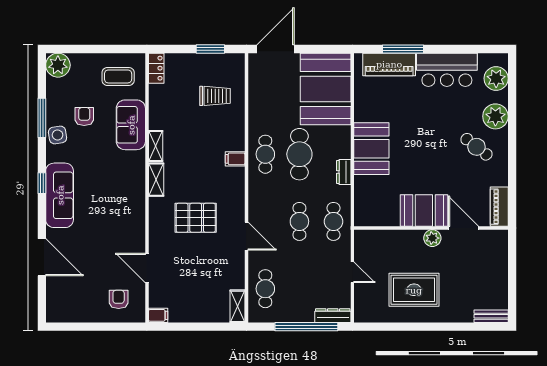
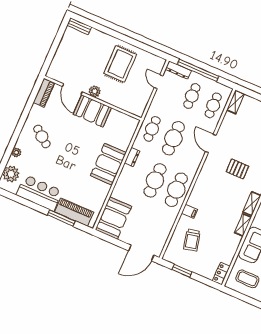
booth: (326, 89) -> (113, 218), width x0.73, depth x0.70
trolley: (215, 96) -> (192, 240), turned -103
plant: (495, 116) -> (16, 152), width x0.53, depth x0.53
cafe table: (265, 154) -> (176, 190), width x1.37, depth x1.35
filing cabinet: (235, 159) -> (189, 211), moved
pallet: (196, 218) -> (237, 169), width x0.67, depth x0.71
cafe table: (299, 221) -> (173, 138), width x1.37, depth x1.35
door: (352, 272) -> (159, 82), moved
cafe table: (299, 289) -> (192, 96), added
rug: (414, 290) -> (120, 64), turned 90

